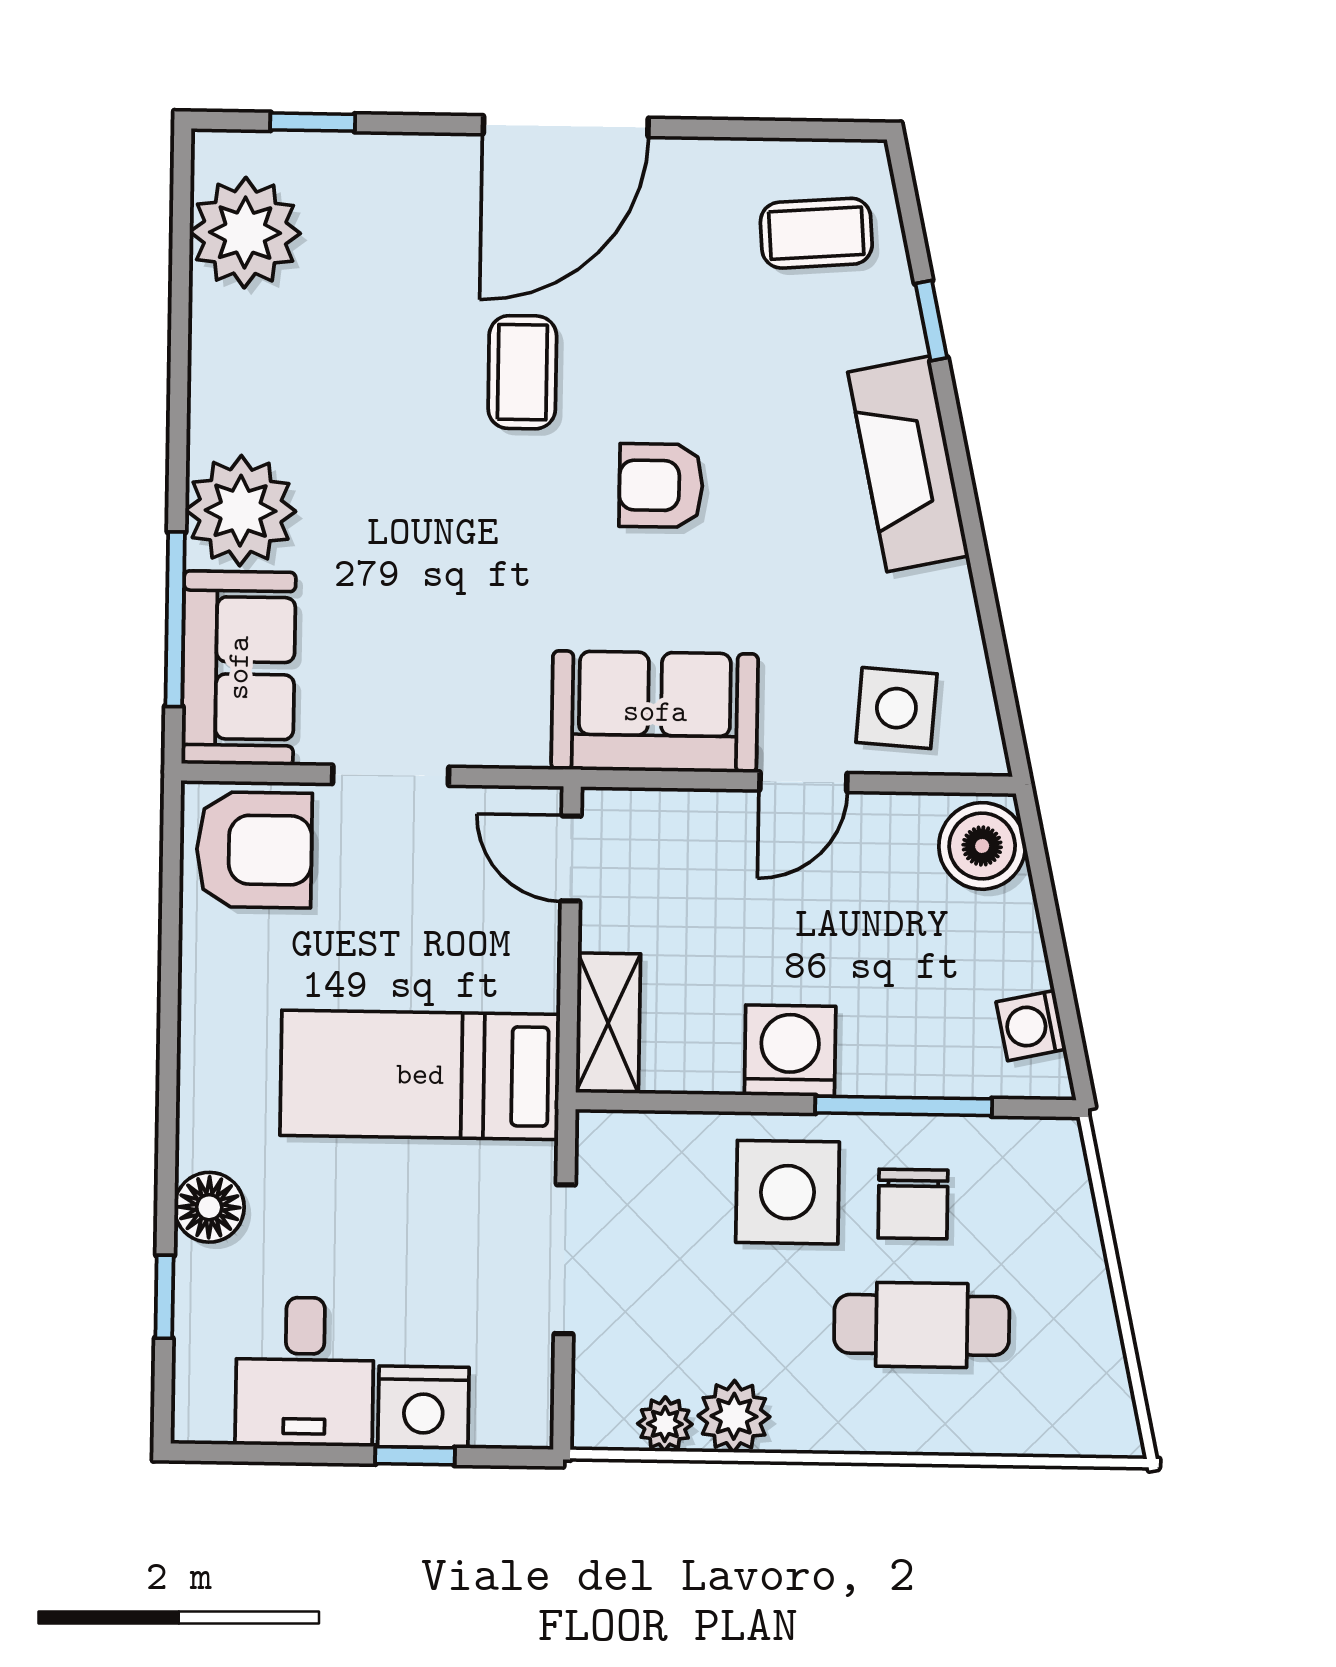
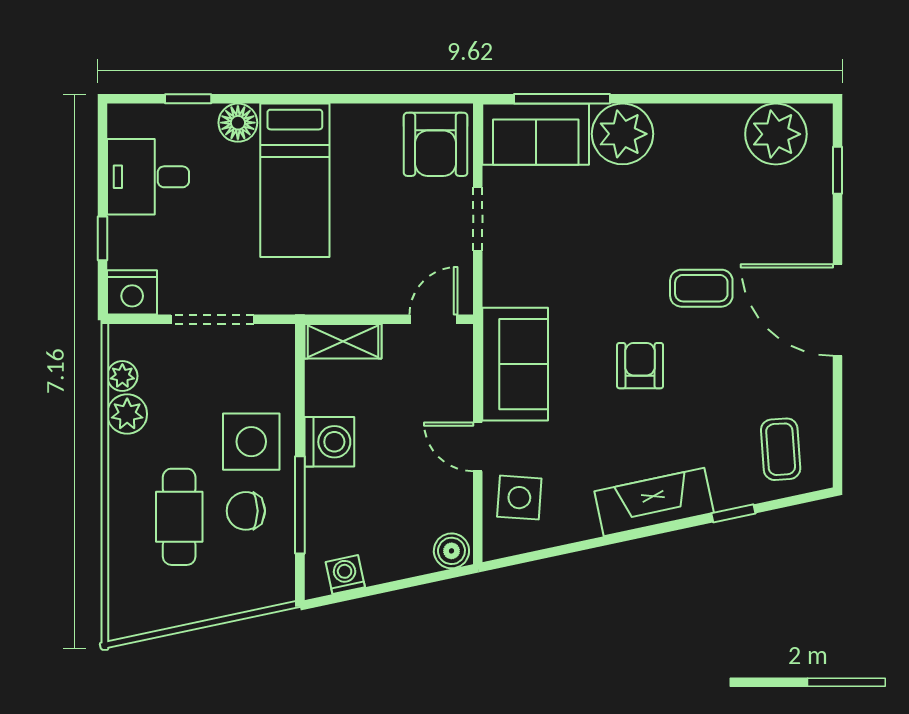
boiler: (982, 846) -> (451, 551), width x0.73, depth x0.73
bed: (420, 1075) -> (295, 180), moved, turned 180
nightstand: (423, 1407) -> (132, 292), moved, turned -90

